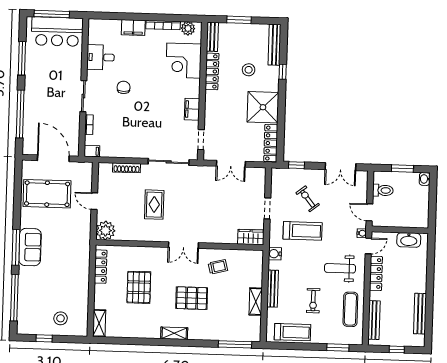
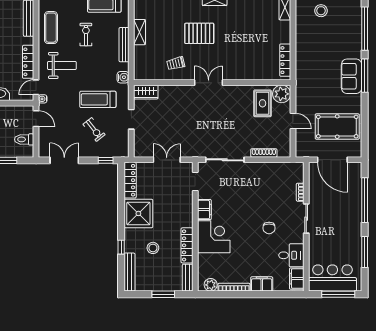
corner desk: (184, 61) -> (214, 237), moved
filing cabinet: (92, 151) -> (297, 279), moved, width x2.00
rug: (154, 205) -> (263, 103), moved
pallet: (139, 287) -> (249, 42), removed

